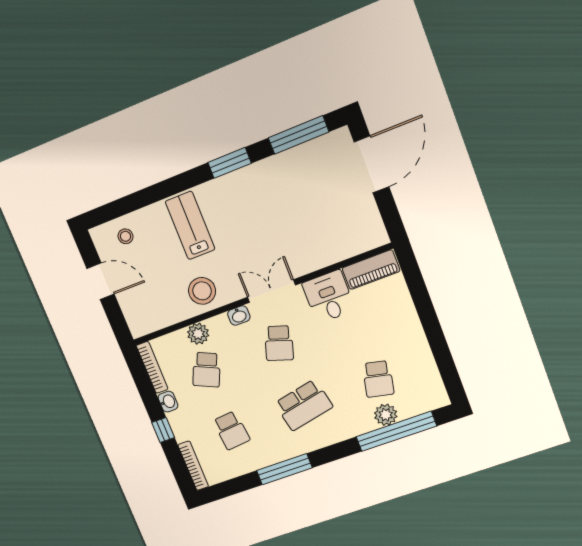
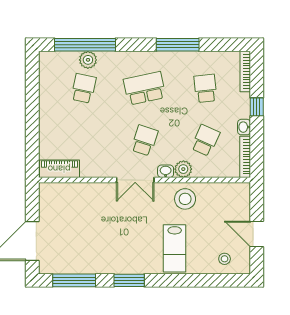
desk: (329, 297) -> (96, 161), removed
plant: (198, 334) -> (183, 169), moved

